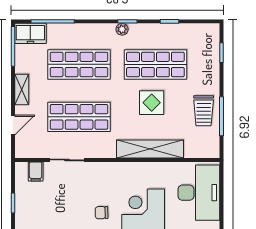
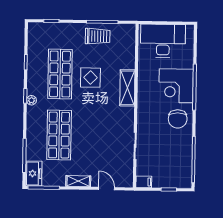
shop shelf: (79, 117) -> (101, 136), removed
shelving: (150, 149) -> (127, 88), width x0.68
filing cabinet: (36, 172) -> (144, 182), moved
chair: (102, 213) -> (178, 119), width x1.87, depth x1.87

